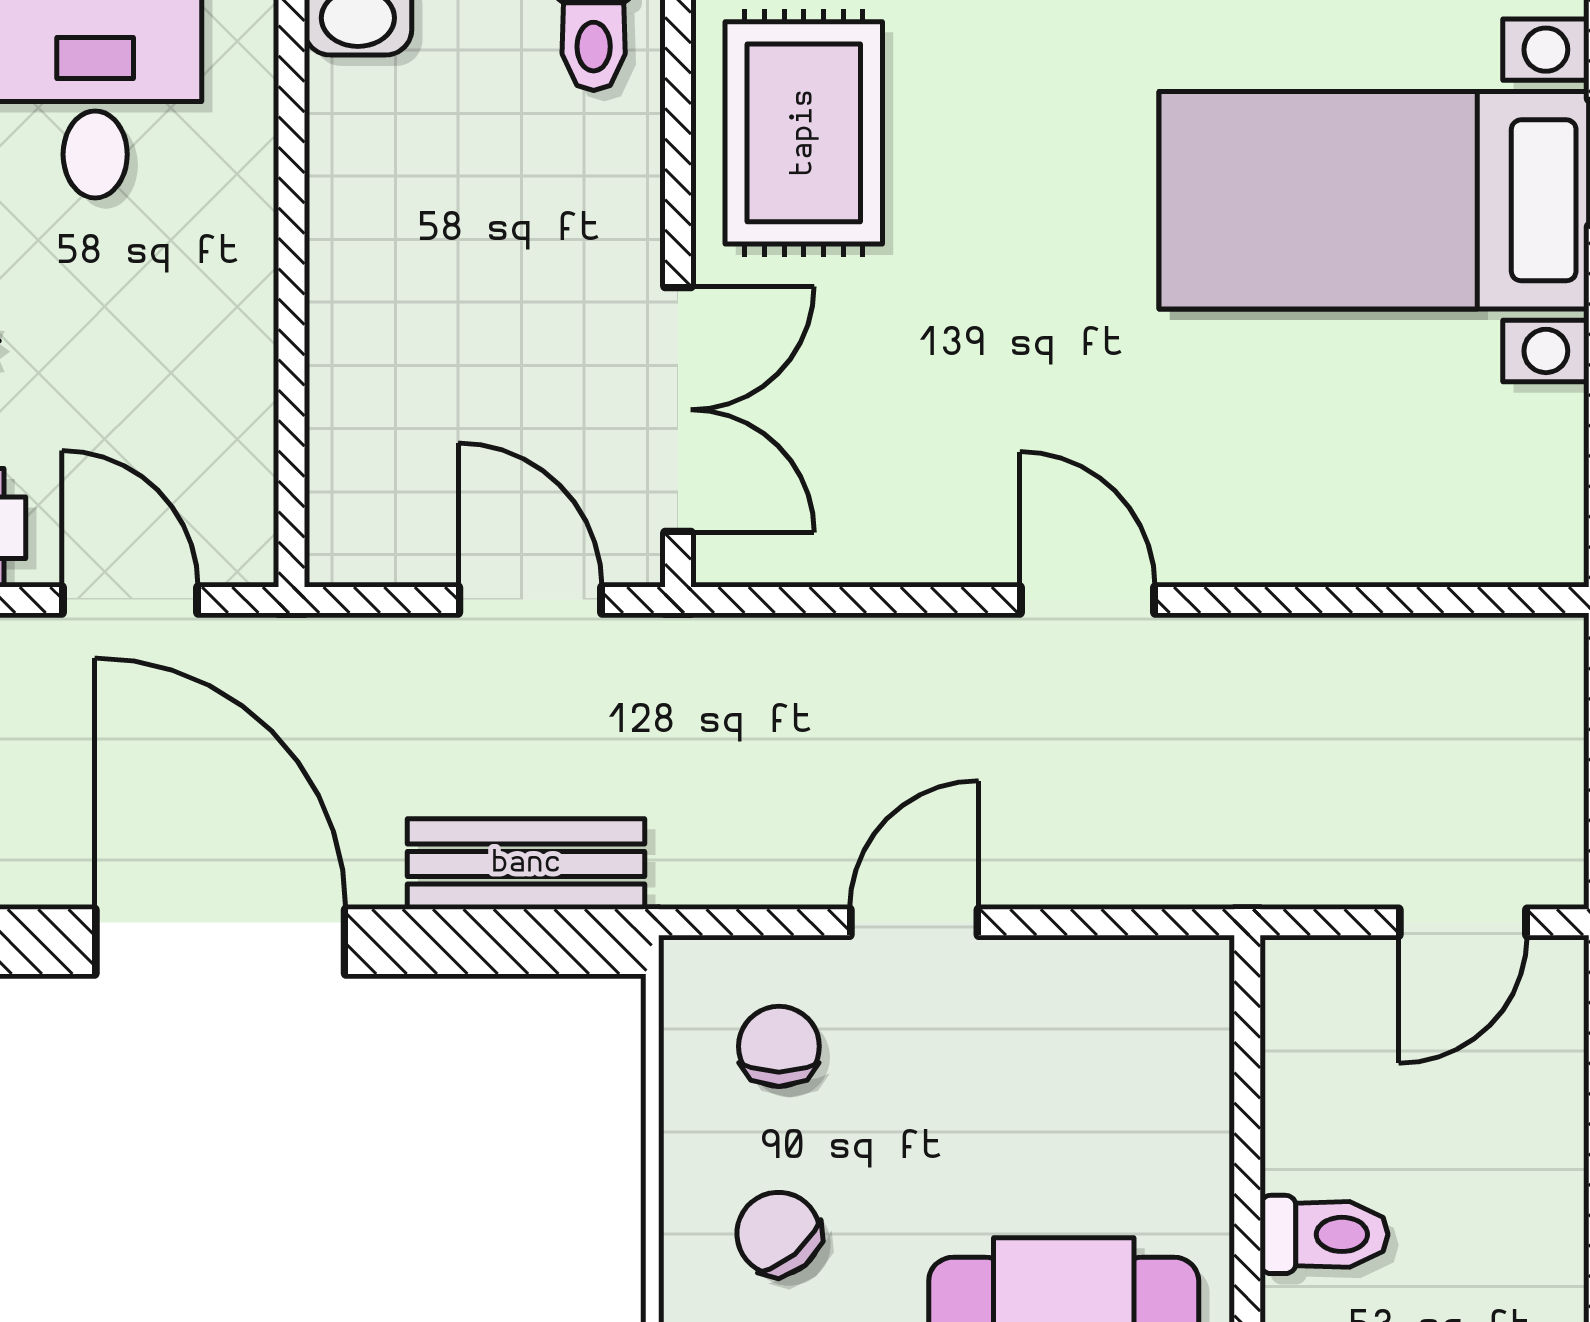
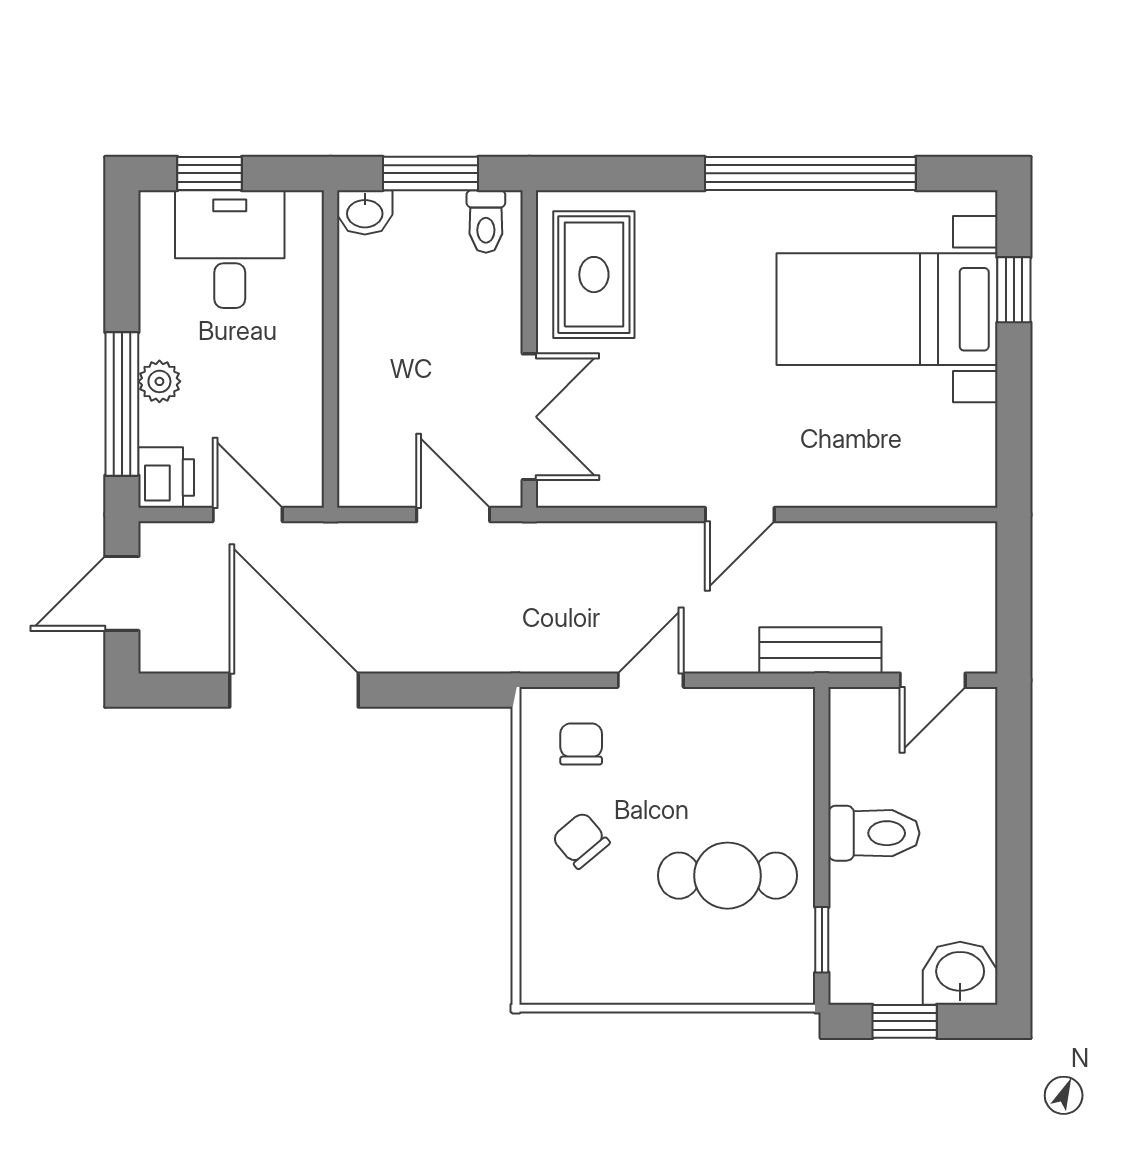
door: (1088, 600) -> (740, 515), swing flipped
bench: (526, 864) -> (820, 650), moved
toilet: (1324, 1234) -> (874, 833), width x1.37, depth x1.39

